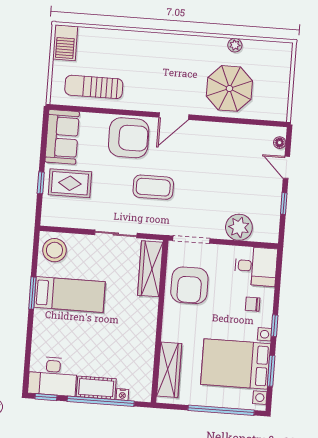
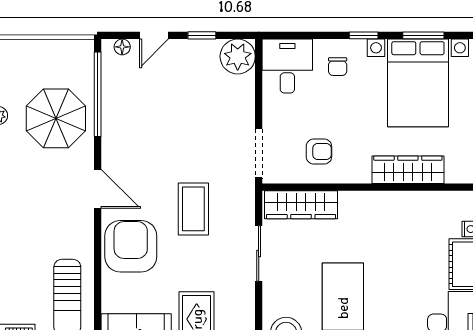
window: (245, 121) -> (98, 94), added
plant: (239, 227) -> (238, 56), moved
armchair: (189, 285) -> (319, 152), width x0.53, depth x0.53
wardrobe: (169, 370) -> (408, 170), moved

